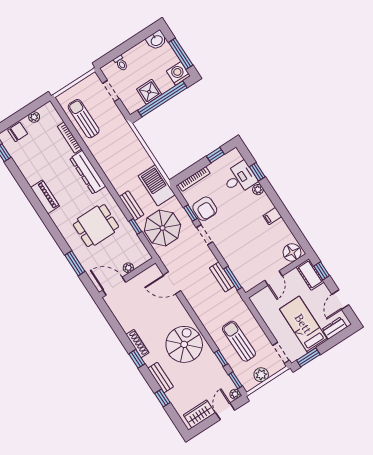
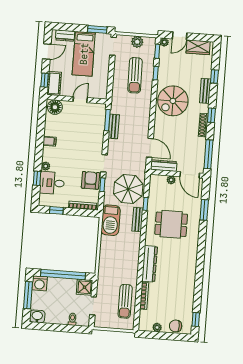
shower: (149, 92) -> (85, 287), moved
piano: (45, 197) -> (190, 269), removed
dresser: (146, 276) -> (164, 166), added
window: (111, 319) -> (208, 154), added

